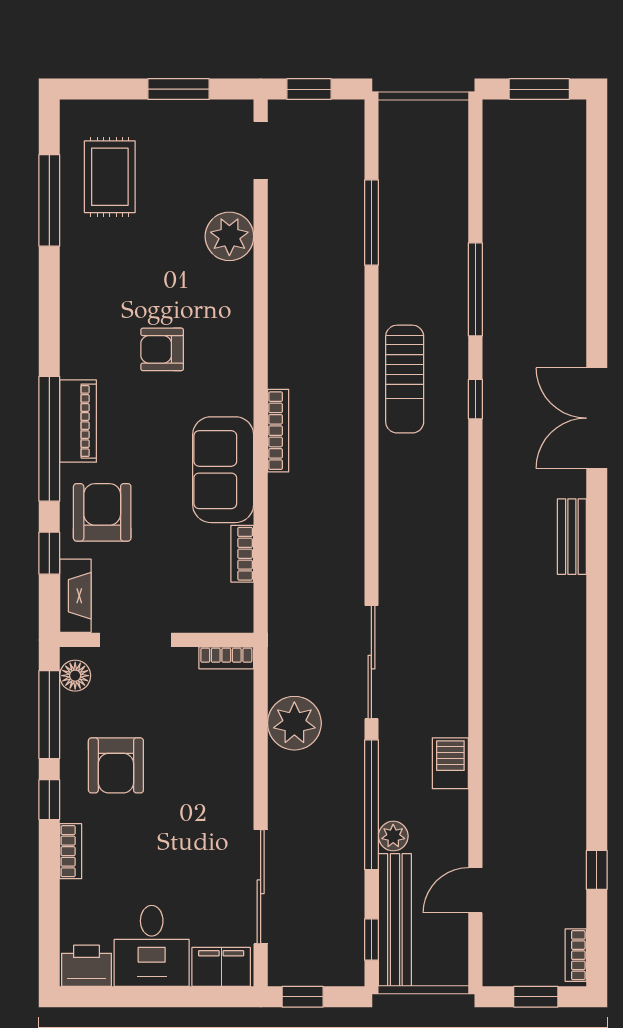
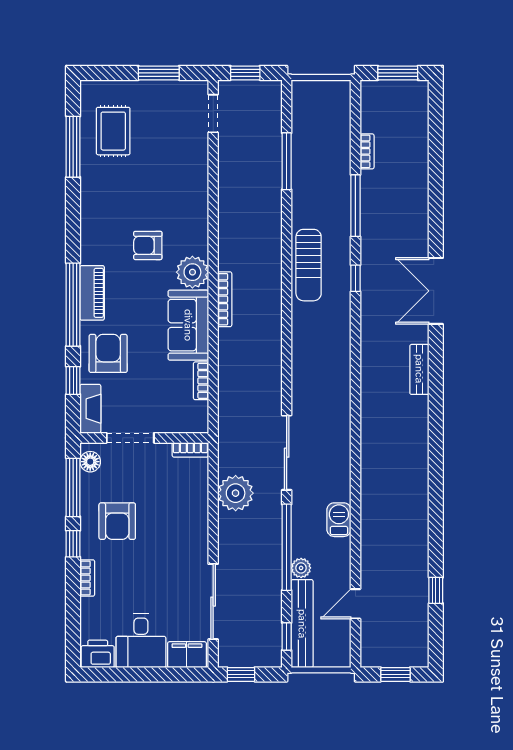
plant: (229, 236) -> (192, 272), moved
bookcase: (576, 955) -> (367, 151), moved, turned 180

